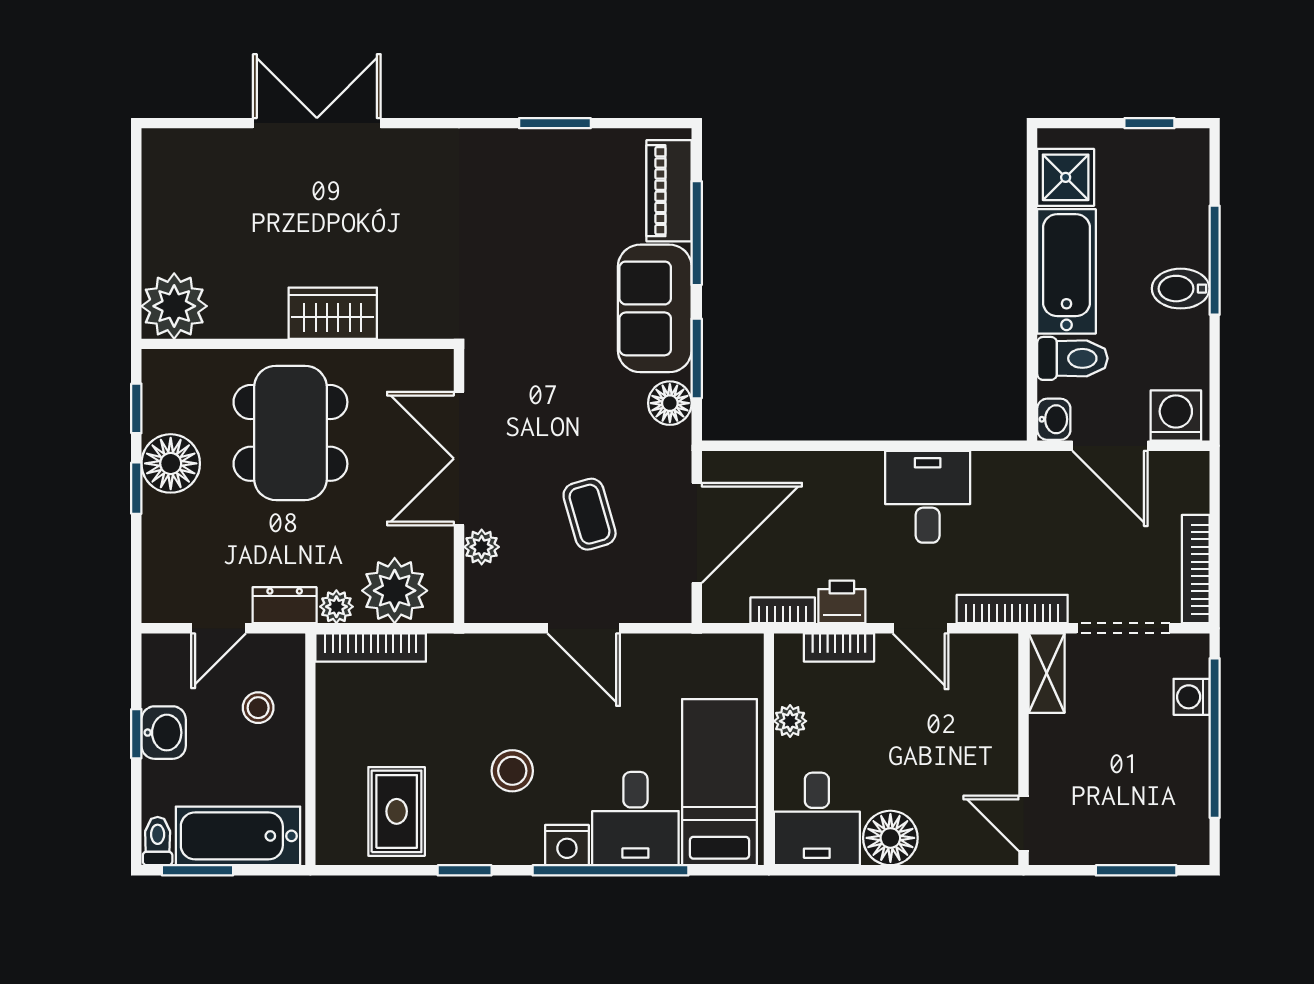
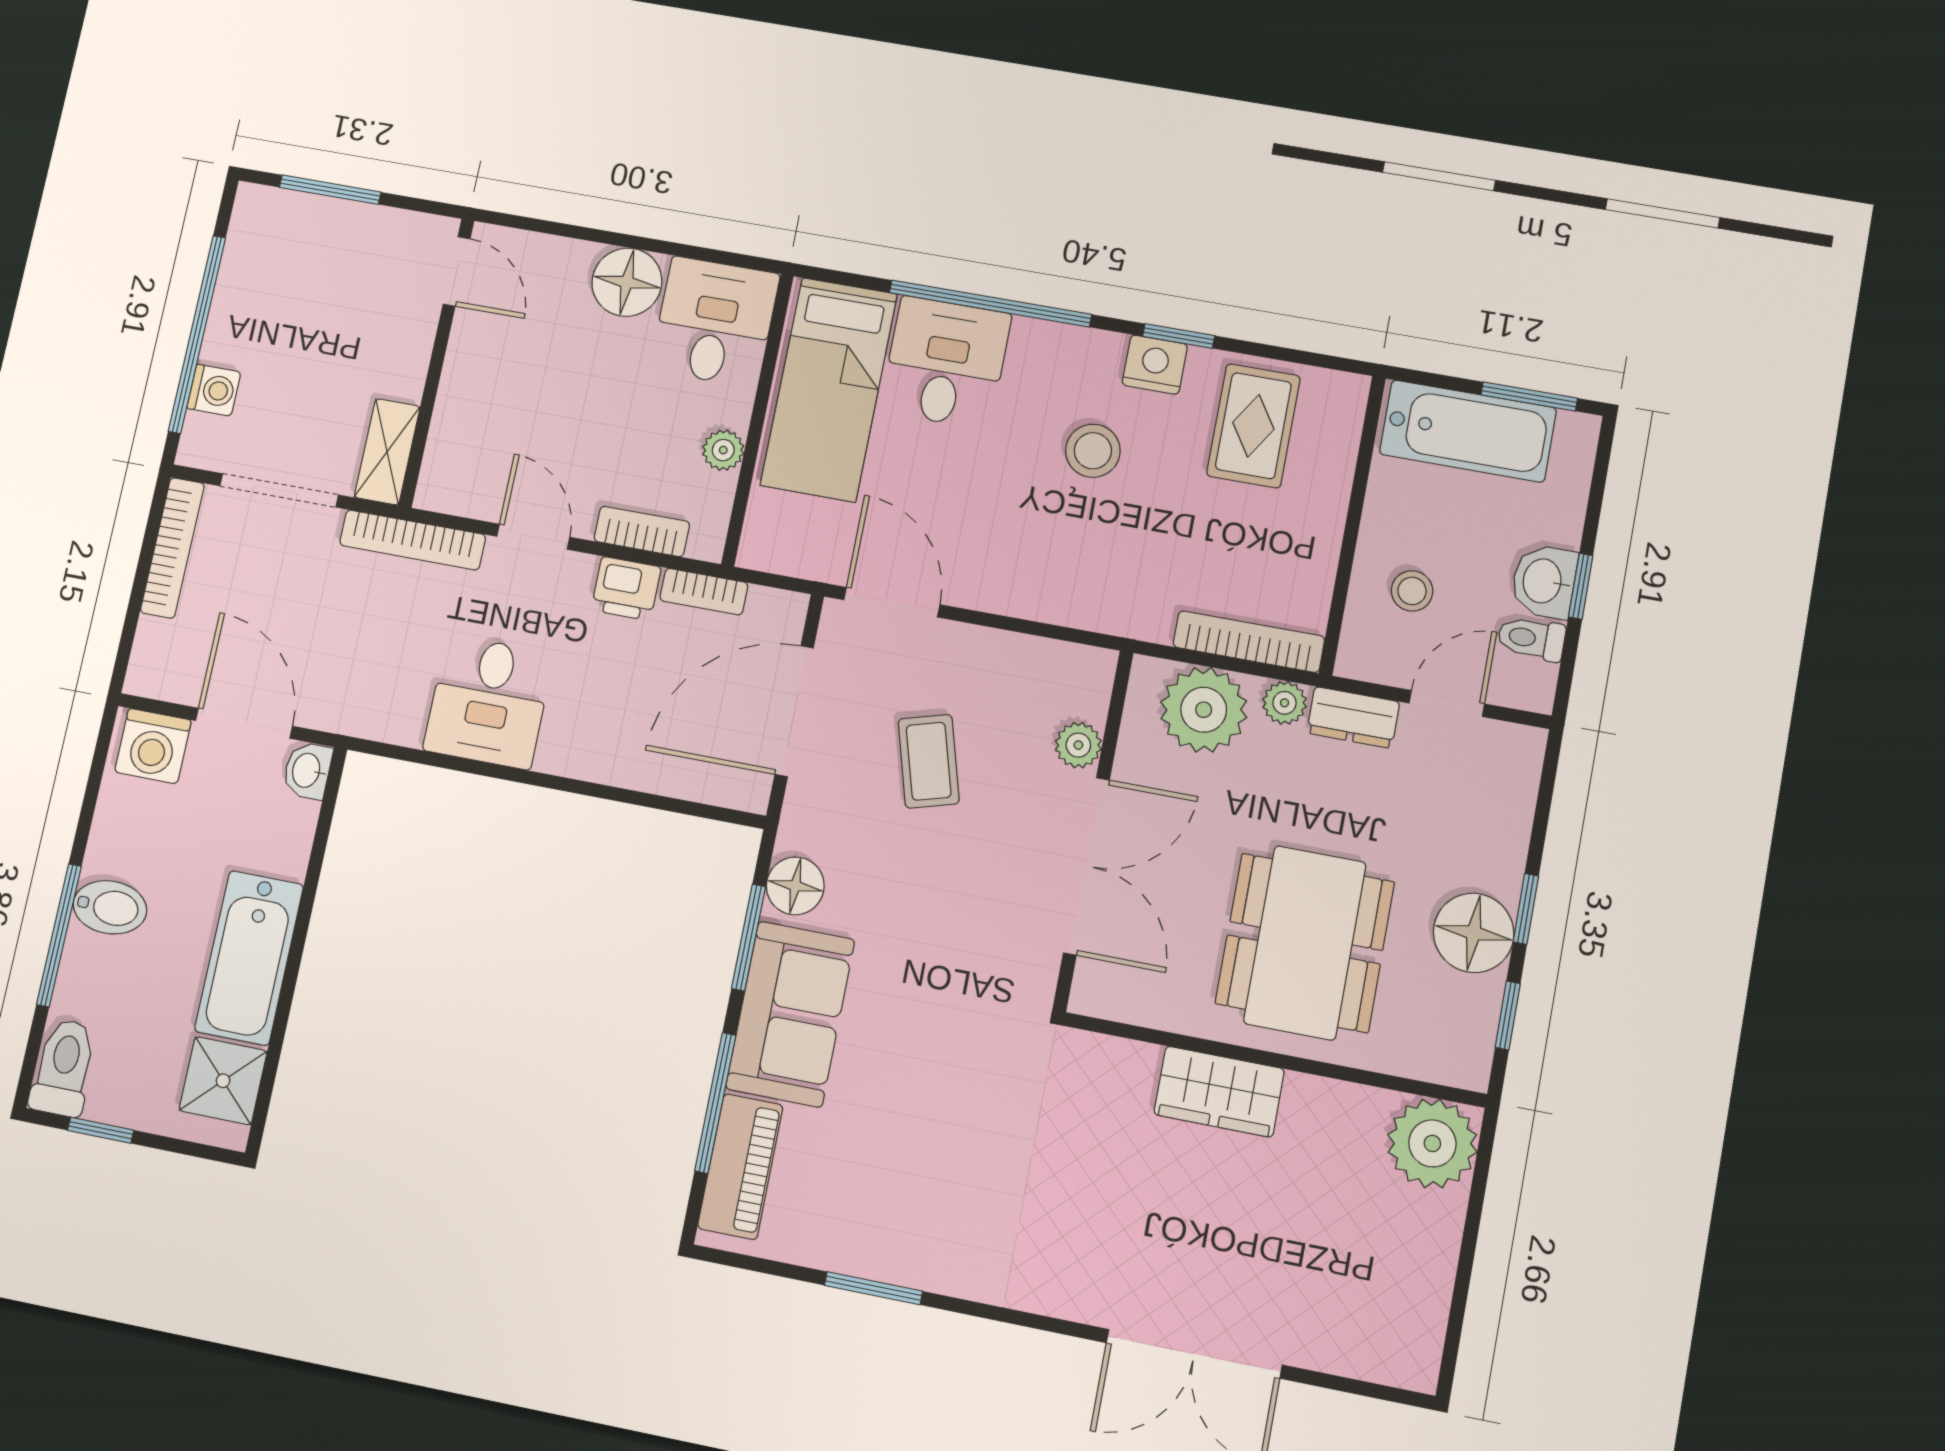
toilet: (1072, 358) -> (64, 1067), moved, turned 90
door: (584, 628) -> (892, 602), moved
toilet: (158, 841) -> (1531, 638), moved, turned 90
nightstand: (567, 845) -> (1155, 365), moved

